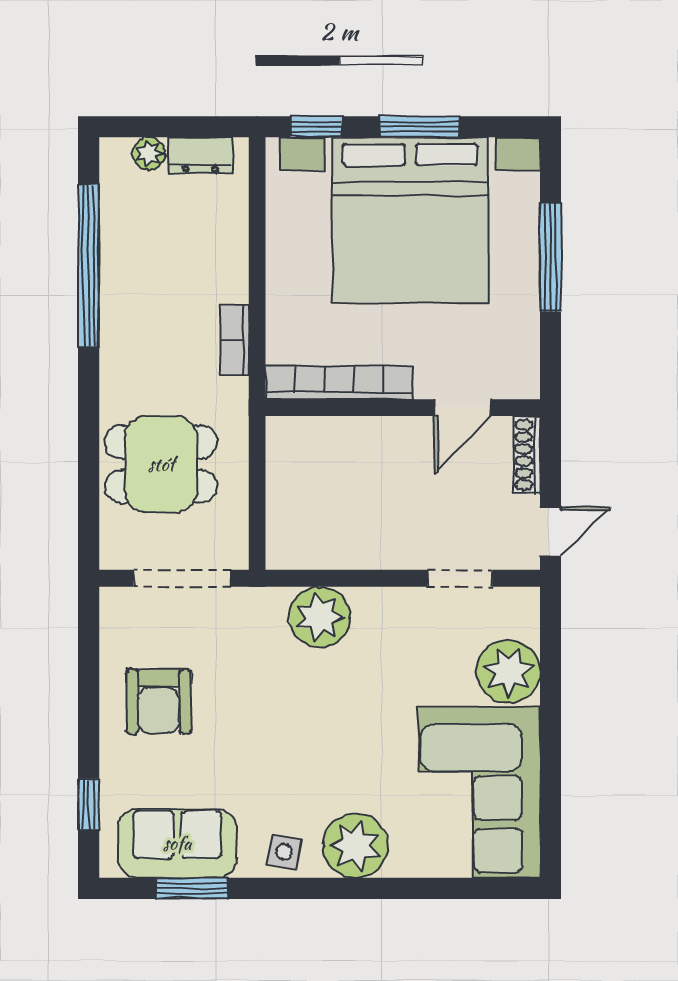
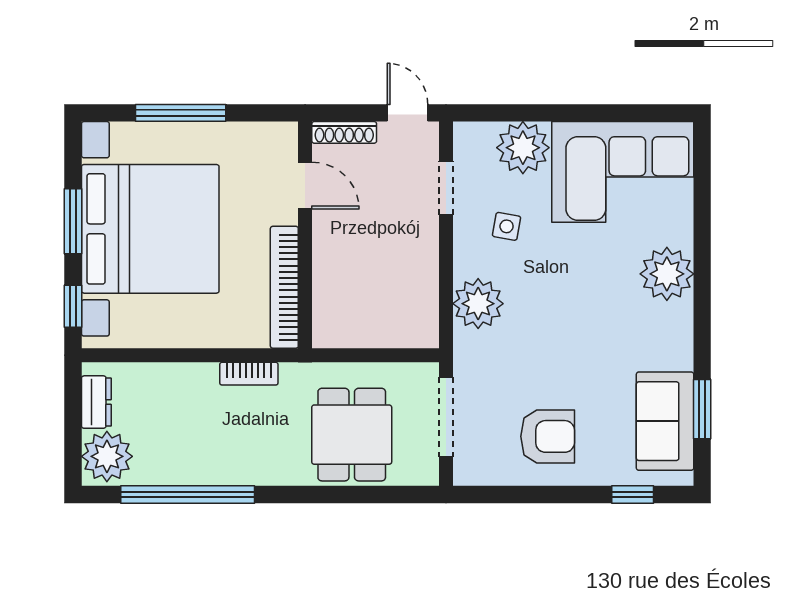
plant: (149, 154) -> (107, 456), width x1.87, depth x1.87
side table: (284, 852) -> (507, 226), moved

